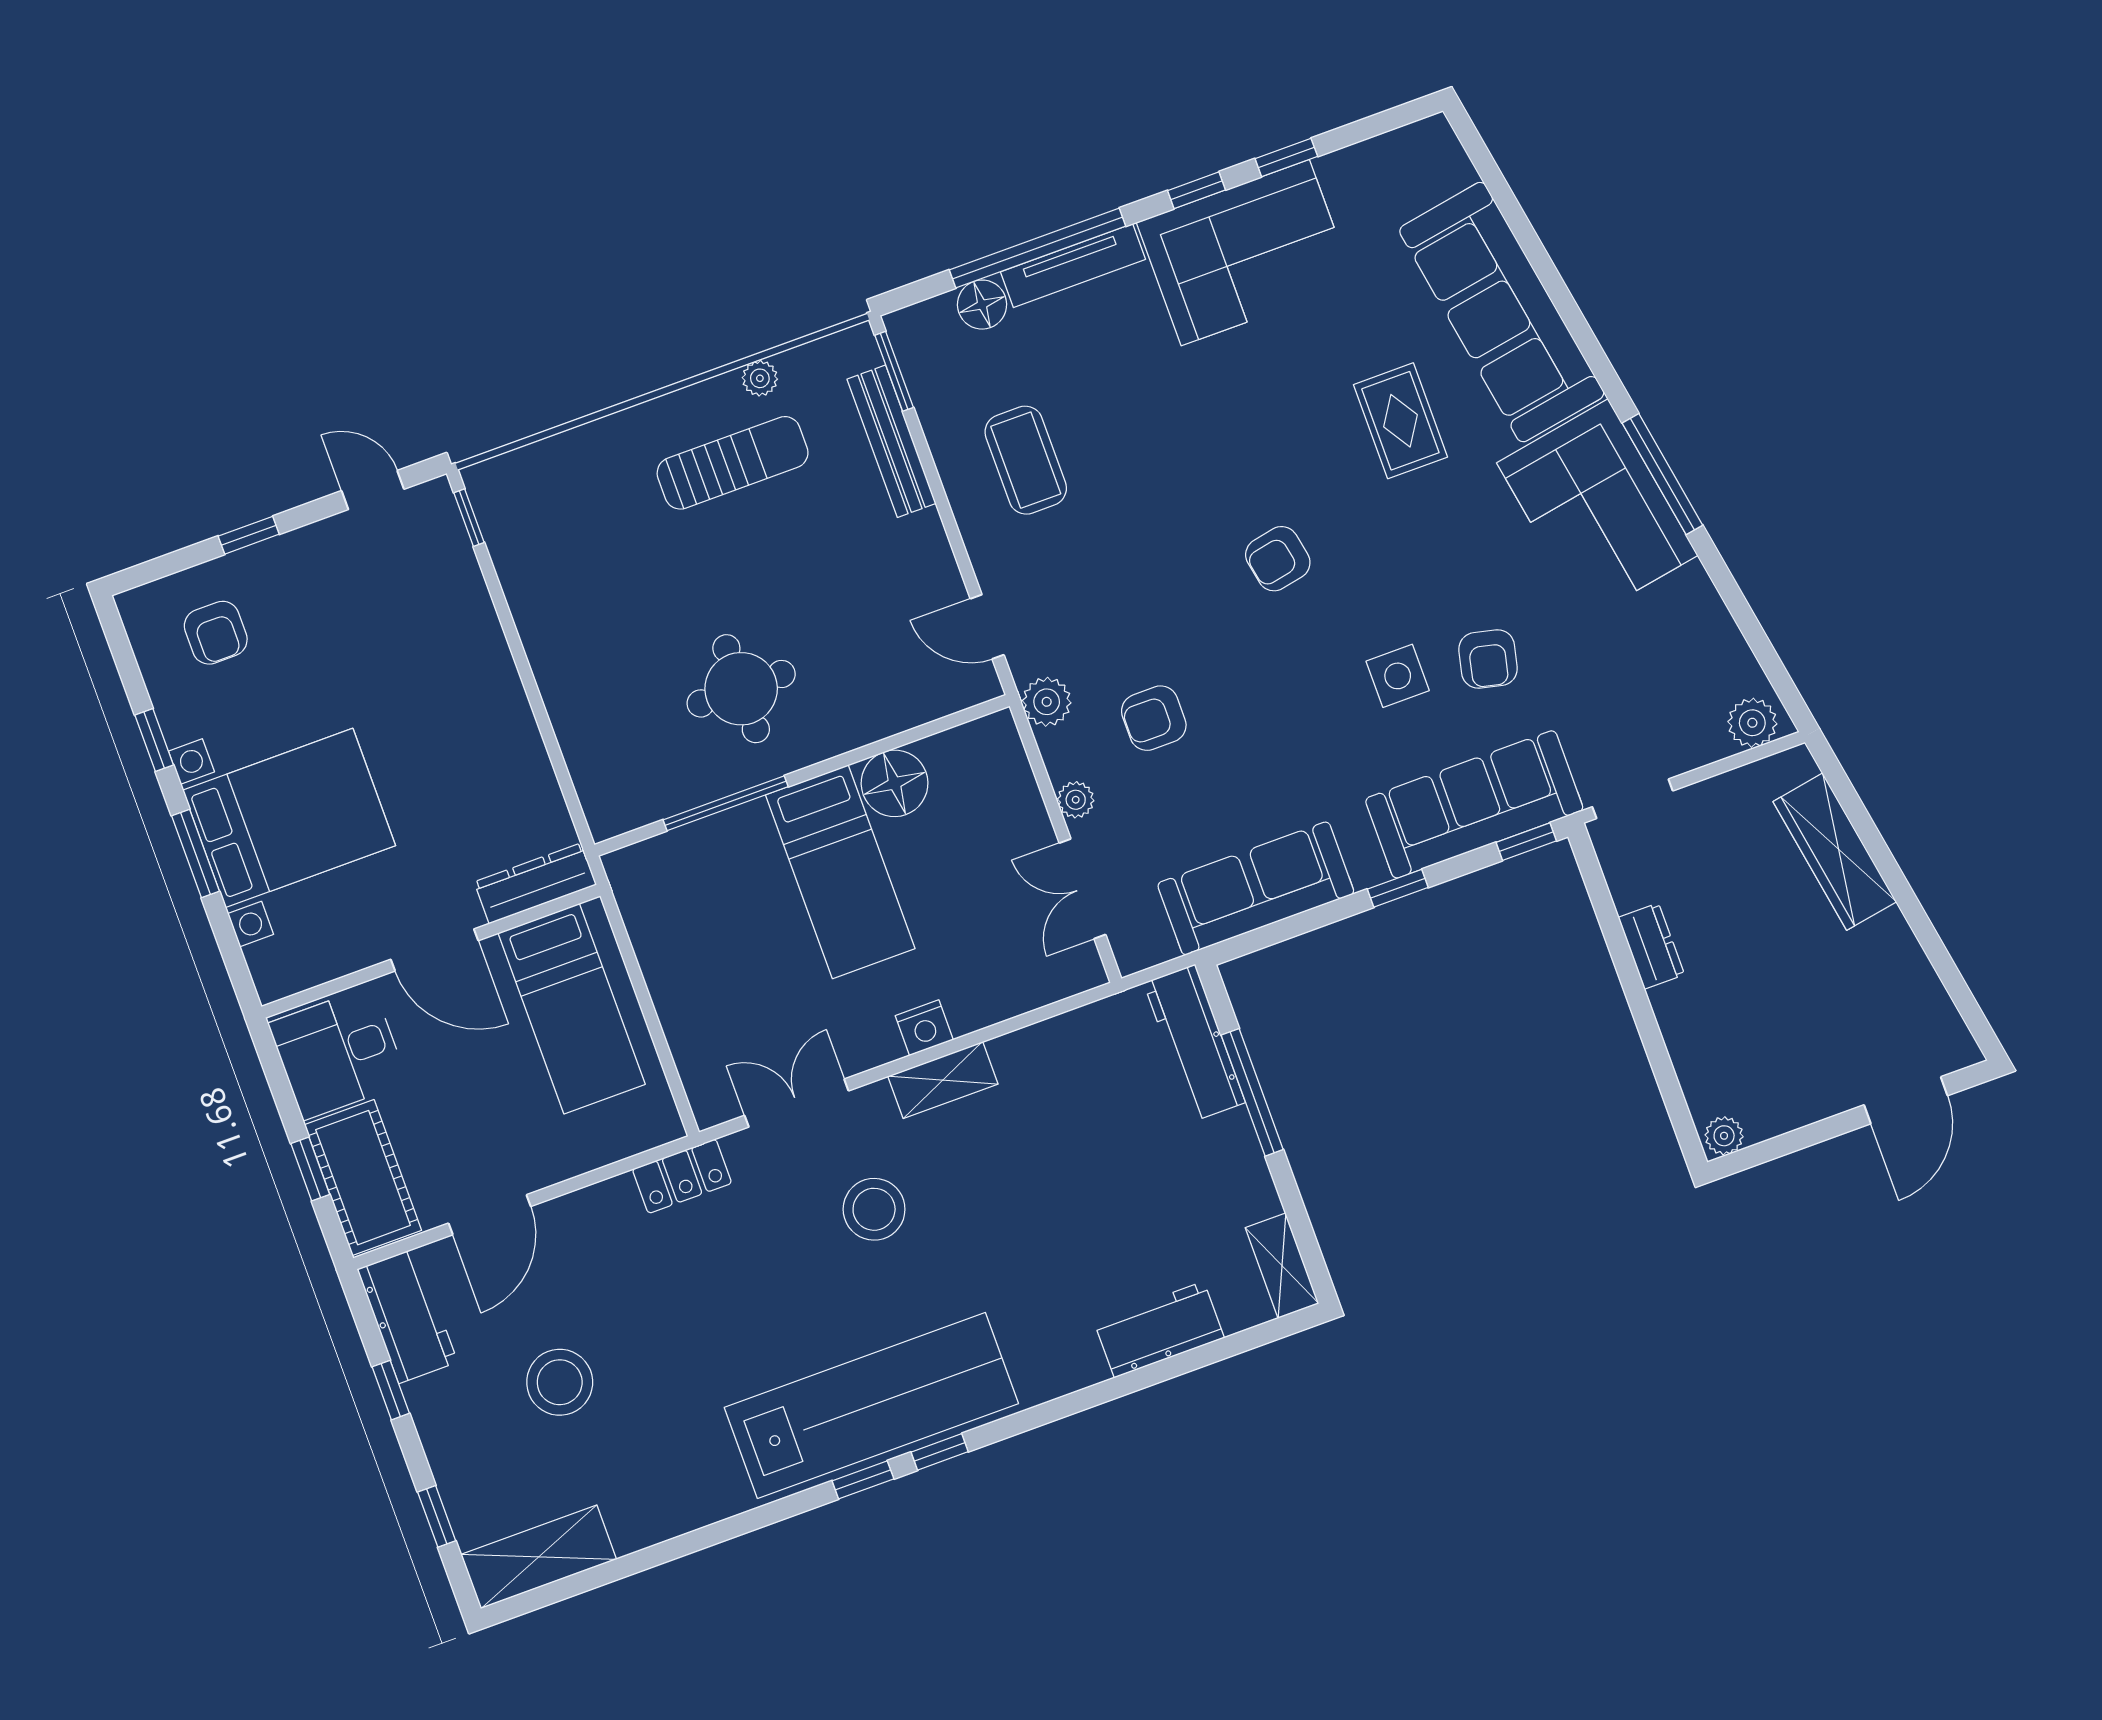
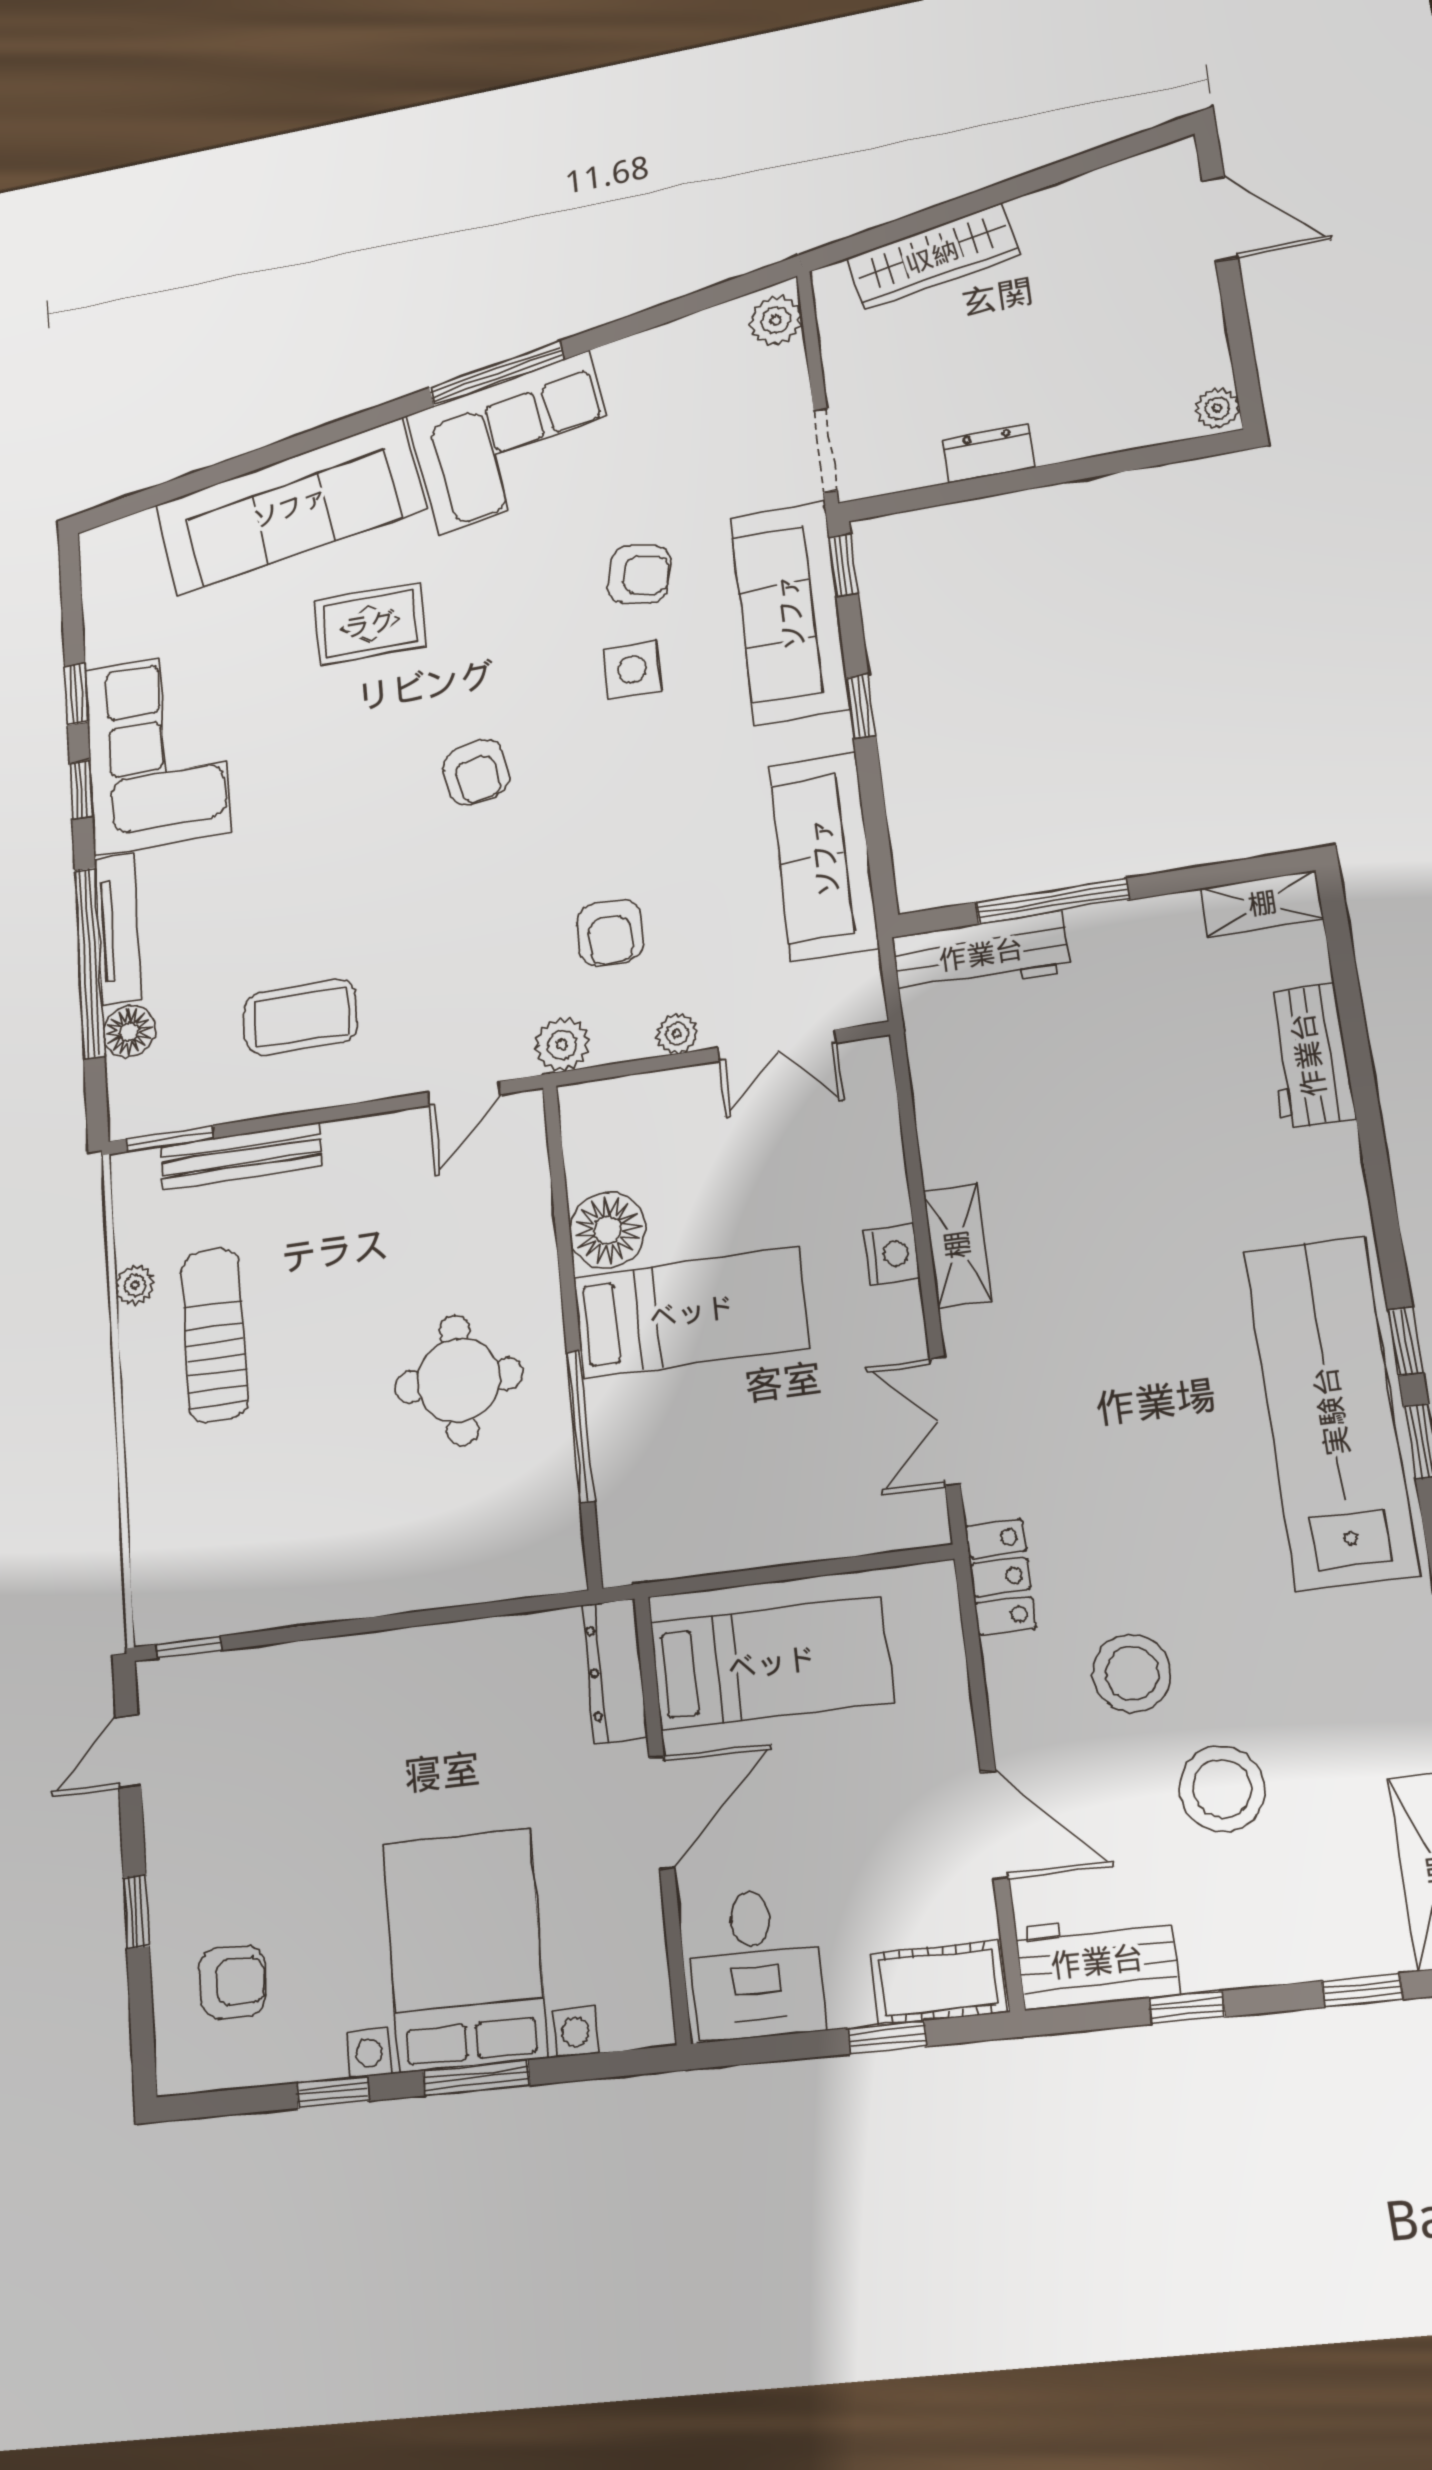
cot: (363, 1178) -> (938, 1983), width x0.73, depth x0.75
stool: (874, 1209) -> (1132, 1673), moved

